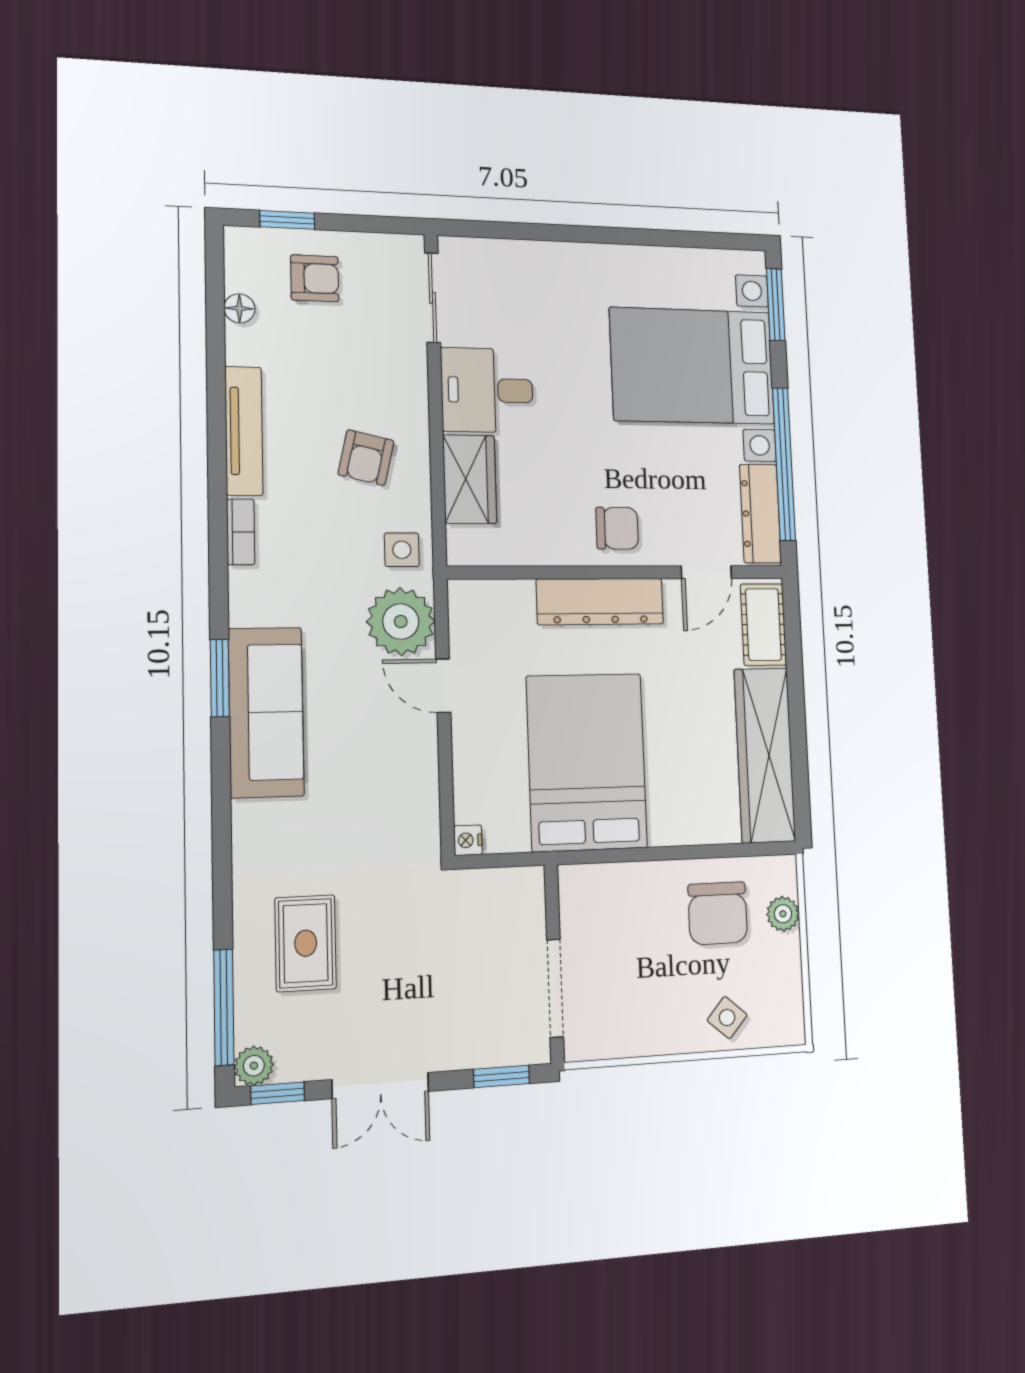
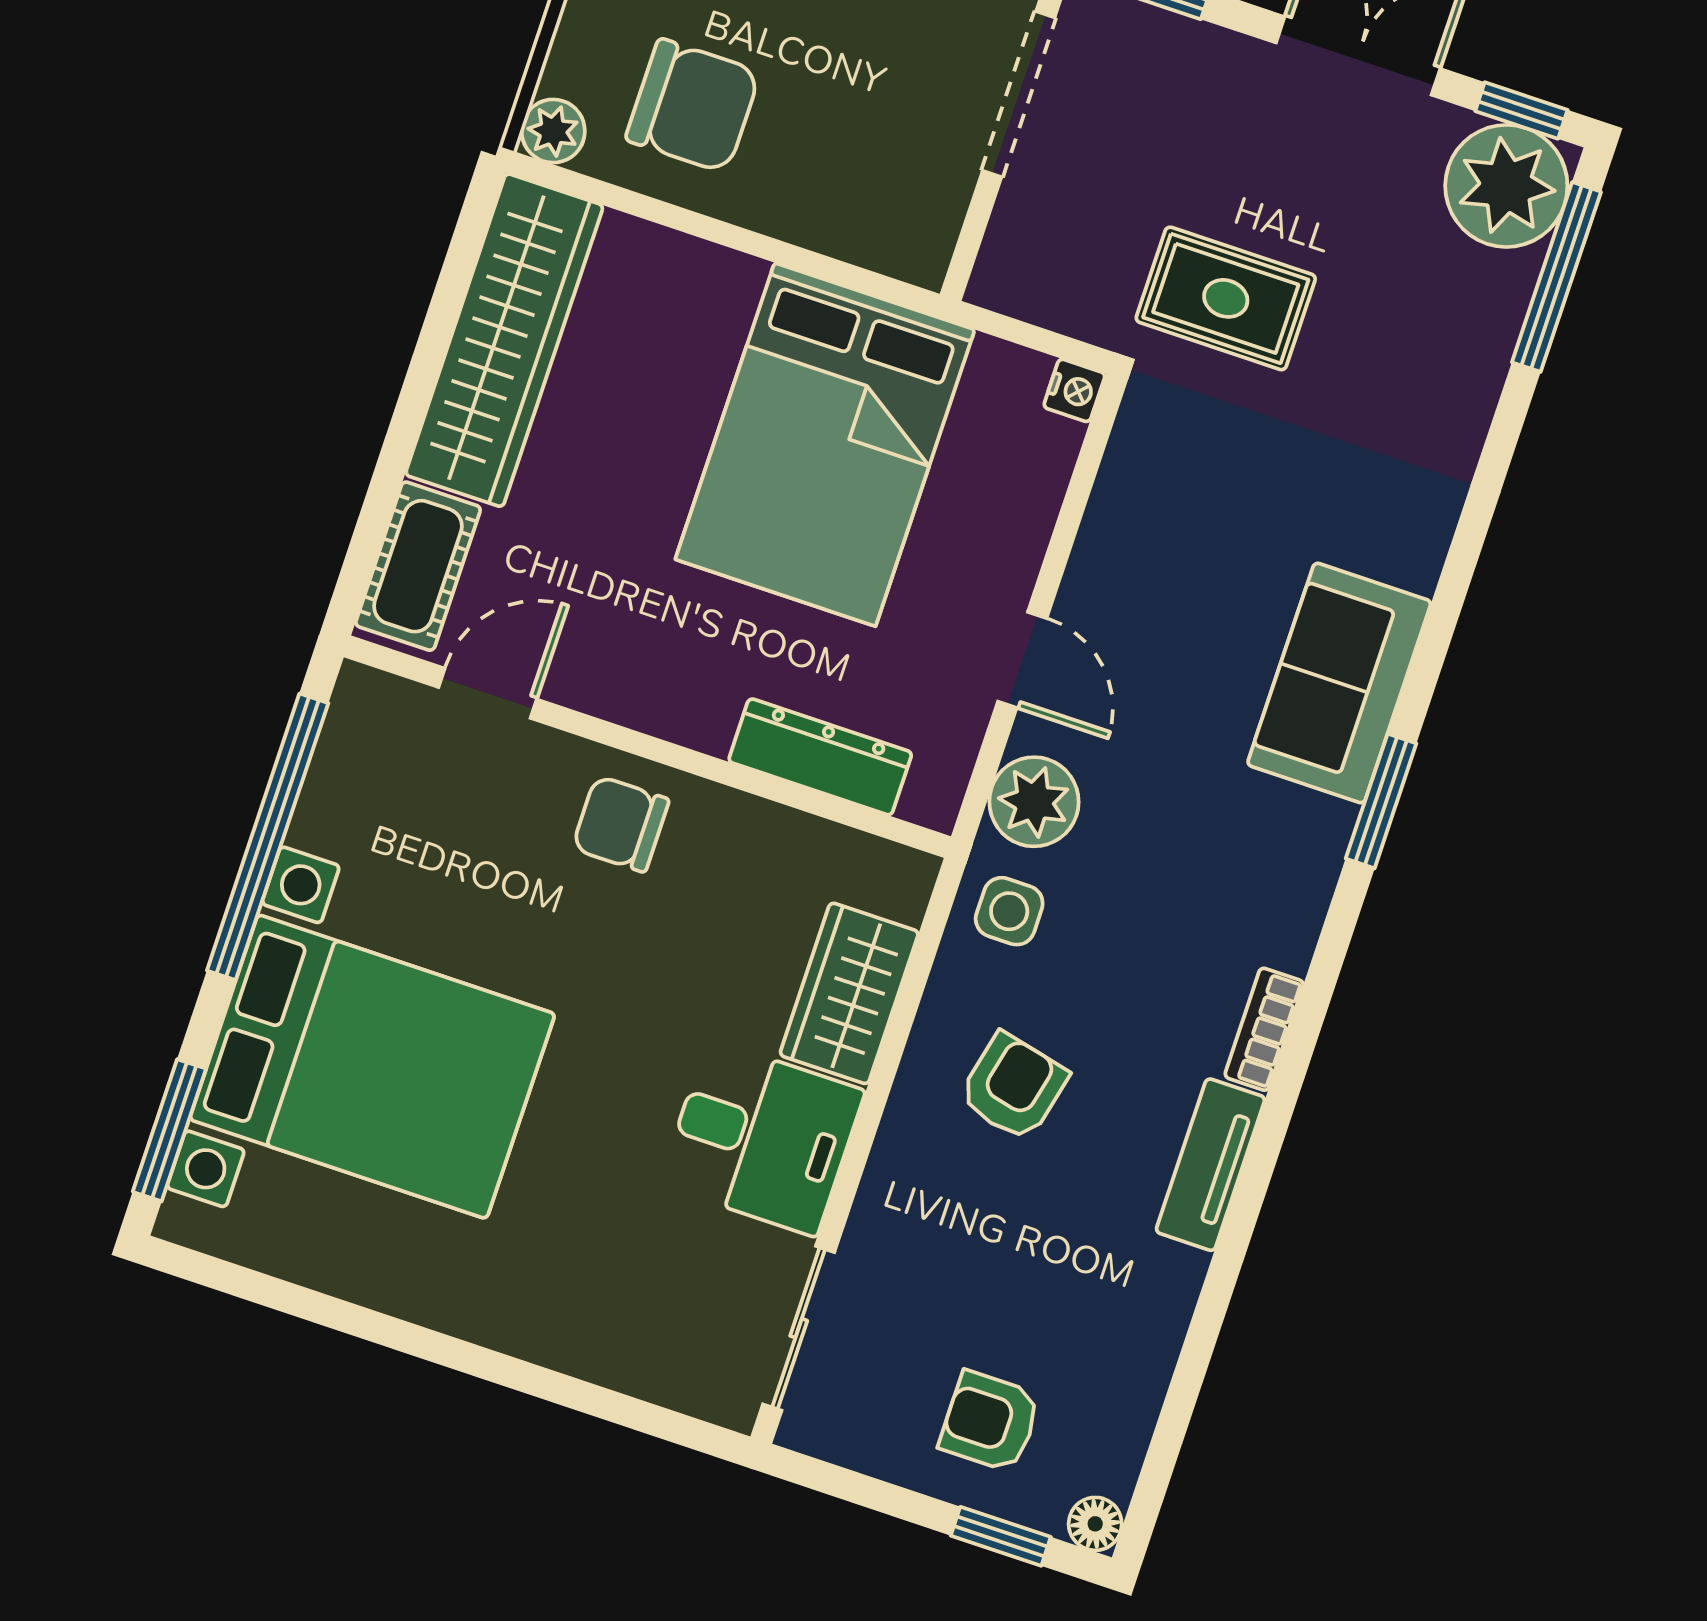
floor lamp: (239, 308) -> (1095, 1524), moved
tv unit: (244, 431) -> (1211, 1165), width x0.71
dresser: (760, 514) -> (347, 763), removed
dresser: (600, 602) -> (820, 757), moved, width x0.73, depth x0.80
plant: (401, 622) -> (1034, 802), width x0.73, depth x0.73
sofa: (266, 712) -> (1339, 683), width x0.73
chair: (718, 913) -> (693, 106), turned 90
plant: (783, 914) -> (553, 131), moved
rug: (306, 943) -> (1226, 298), moved, turned 90
plant: (254, 1066) -> (1506, 186), width x1.88, depth x1.88

